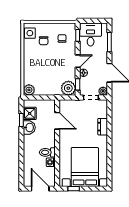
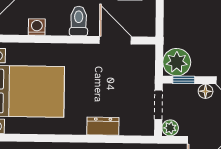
door: (57, 121) -> (115, 40), swing flipped
toilet: (47, 152) -> (79, 21), moved

